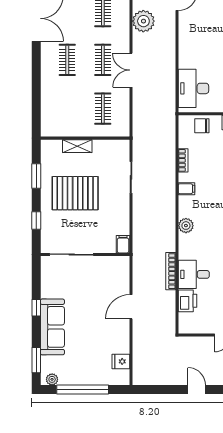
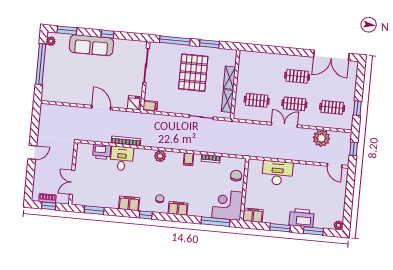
desk: (194, 88) -> (277, 173), moved
shelving: (107, 146) -> (227, 101), added
window: (36, 221) -> (175, 41), width x2.17
fridge: (121, 361) -> (134, 103), moved

